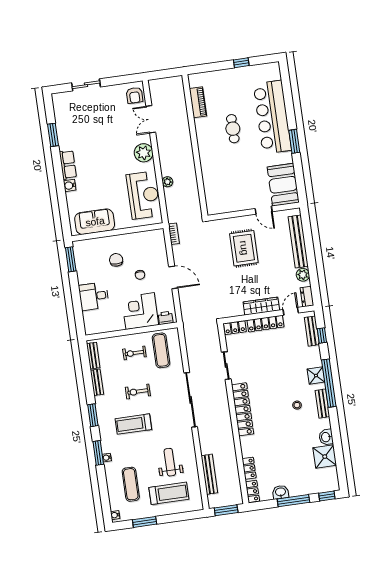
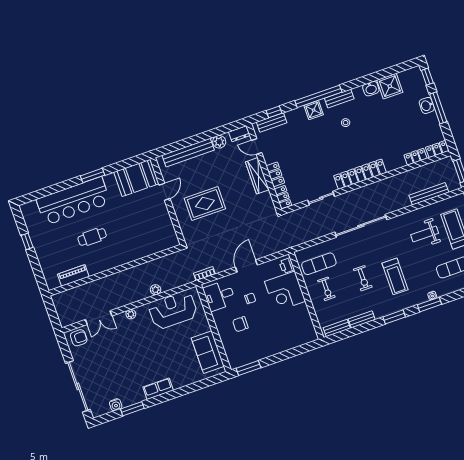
sliding door: (86, 85) -> (78, 386), width x1.86
plant: (144, 153) -> (131, 314), width x0.53, depth x0.53
water cooler: (70, 185) -> (116, 405), moved
desk: (94, 296) -> (219, 296), moved, turned 90
locker: (265, 324) -> (275, 174), width x0.66
washbasin: (281, 492) -> (427, 105), moved

